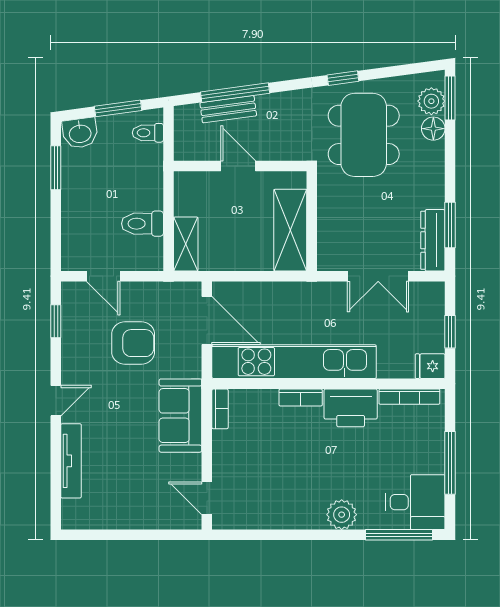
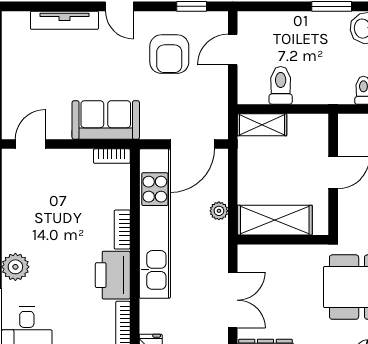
double door: (378, 276) -> (233, 300), swing flipped
plant: (280, 291) -> (219, 211), added
armchair: (133, 343) -> (169, 54), moved

